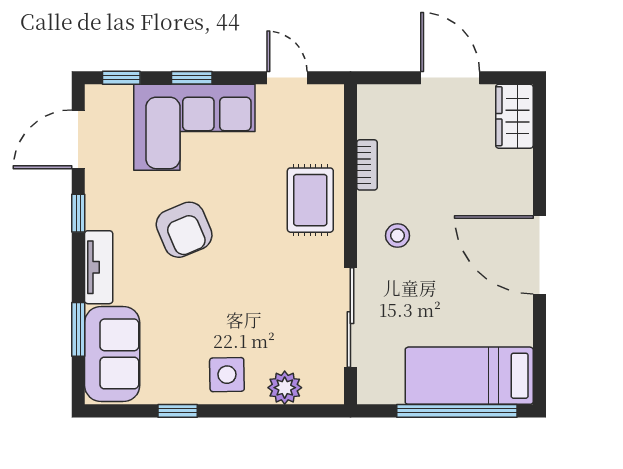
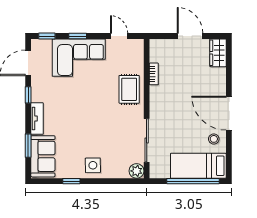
armchair: (184, 230) -> (74, 102), removed
stool: (397, 236) -> (214, 139), moved
plant: (285, 388) -> (137, 171), moved

